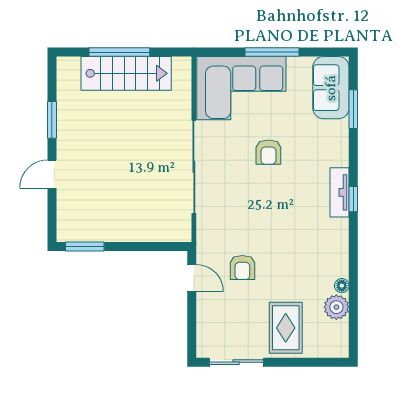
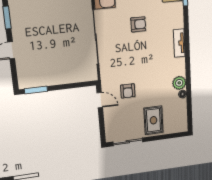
armchair: (268, 152) -> (138, 24), turned -90
window: (353, 199) -> (187, 46), removed
plant: (336, 307) -> (179, 83), moved

